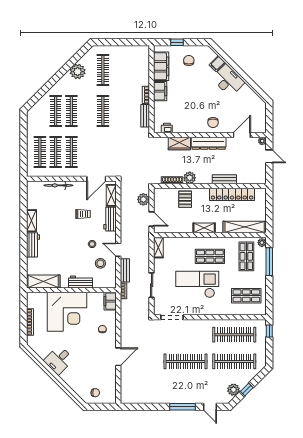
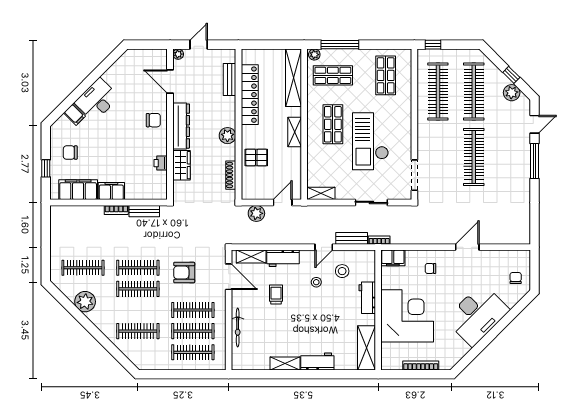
clothes rail: (71, 111) -> (138, 289), moved
printer: (167, 128) -> (161, 163), moved
armchair: (99, 145) -> (184, 273), added
plant: (190, 178) -> (227, 136), moved
bench: (224, 179) -> (229, 79), moved
door: (118, 357) -> (467, 247), hinge flipped
desk: (59, 360) -> (477, 315), width x1.87, depth x1.30

